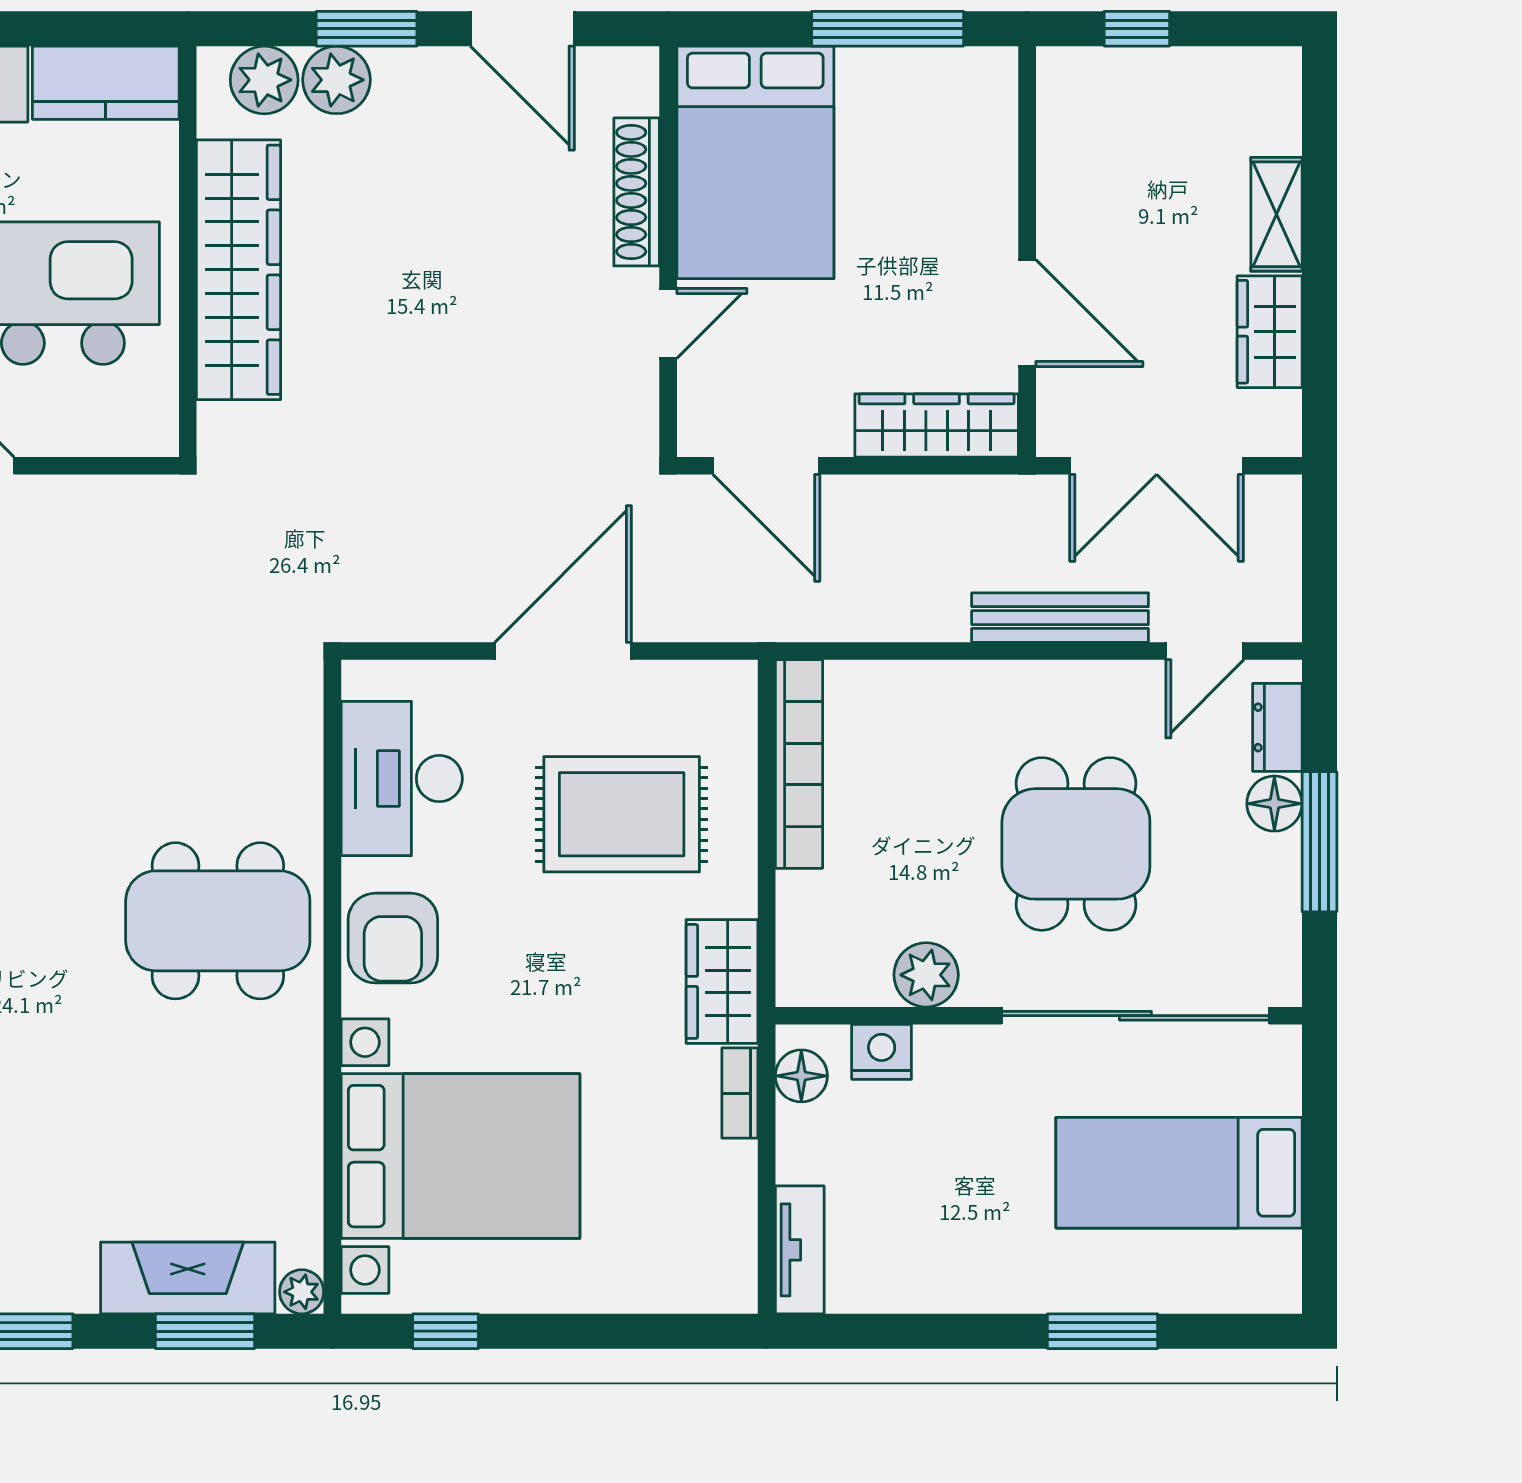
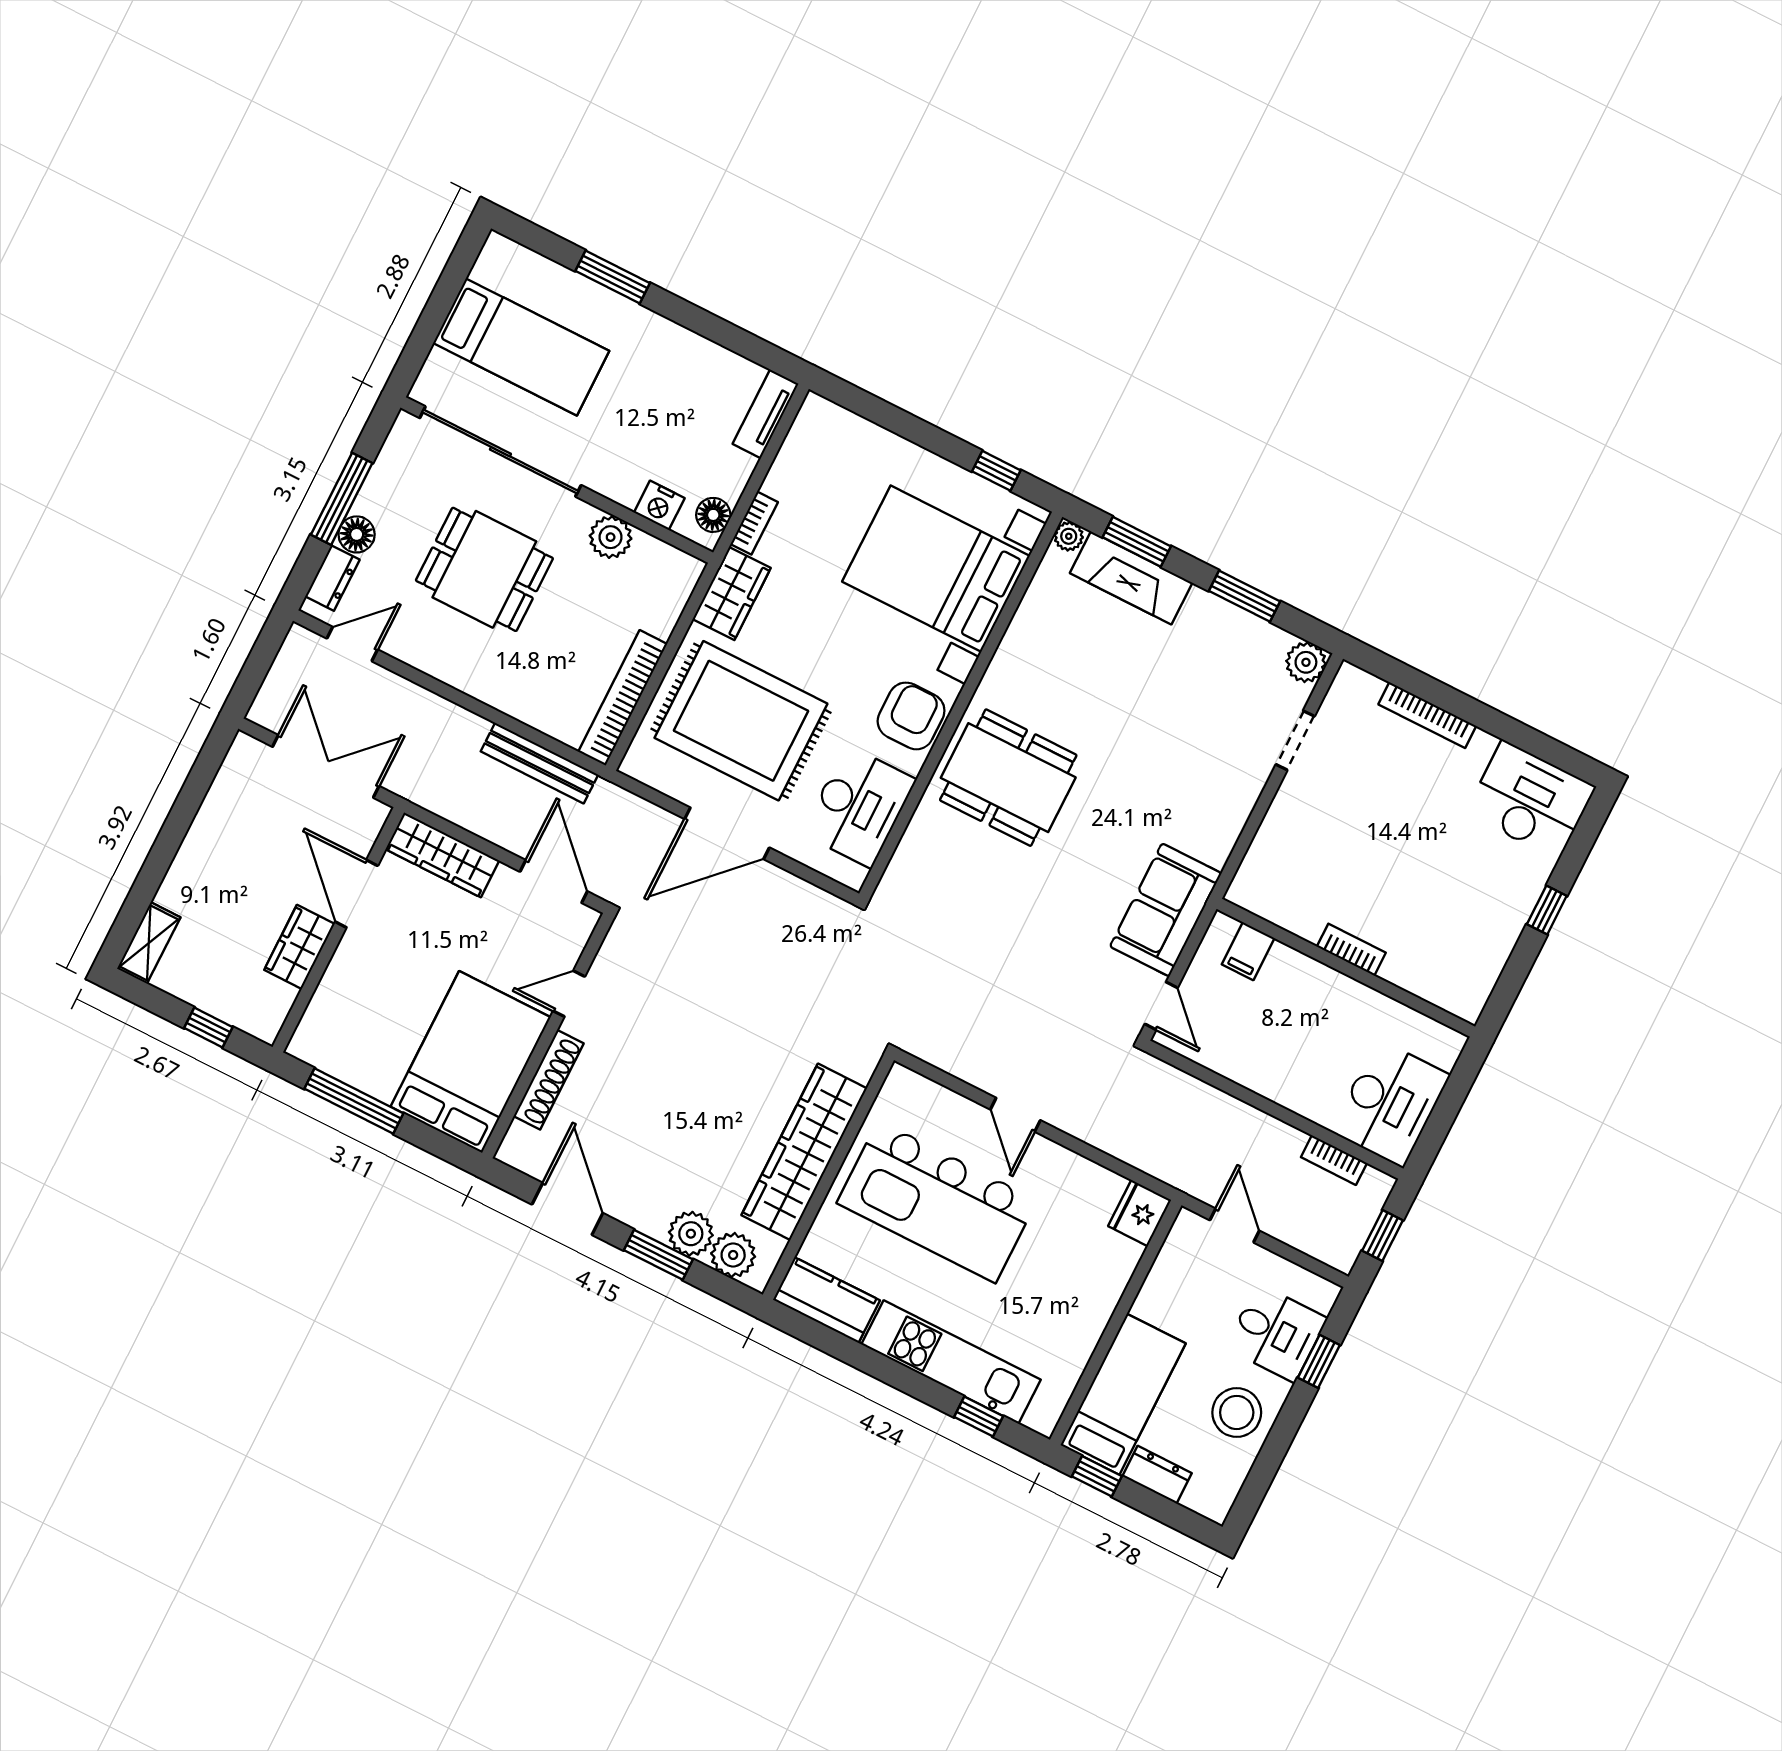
shelving: (1276, 214) -> (149, 943), moved
wardrobe: (1270, 332) -> (299, 947), moved, turned 180
bench: (1060, 618) -> (539, 763), moved
rug: (622, 814) -> (741, 721), width x1.37, depth x1.44
dining table: (1076, 844) -> (484, 569), turned 90

